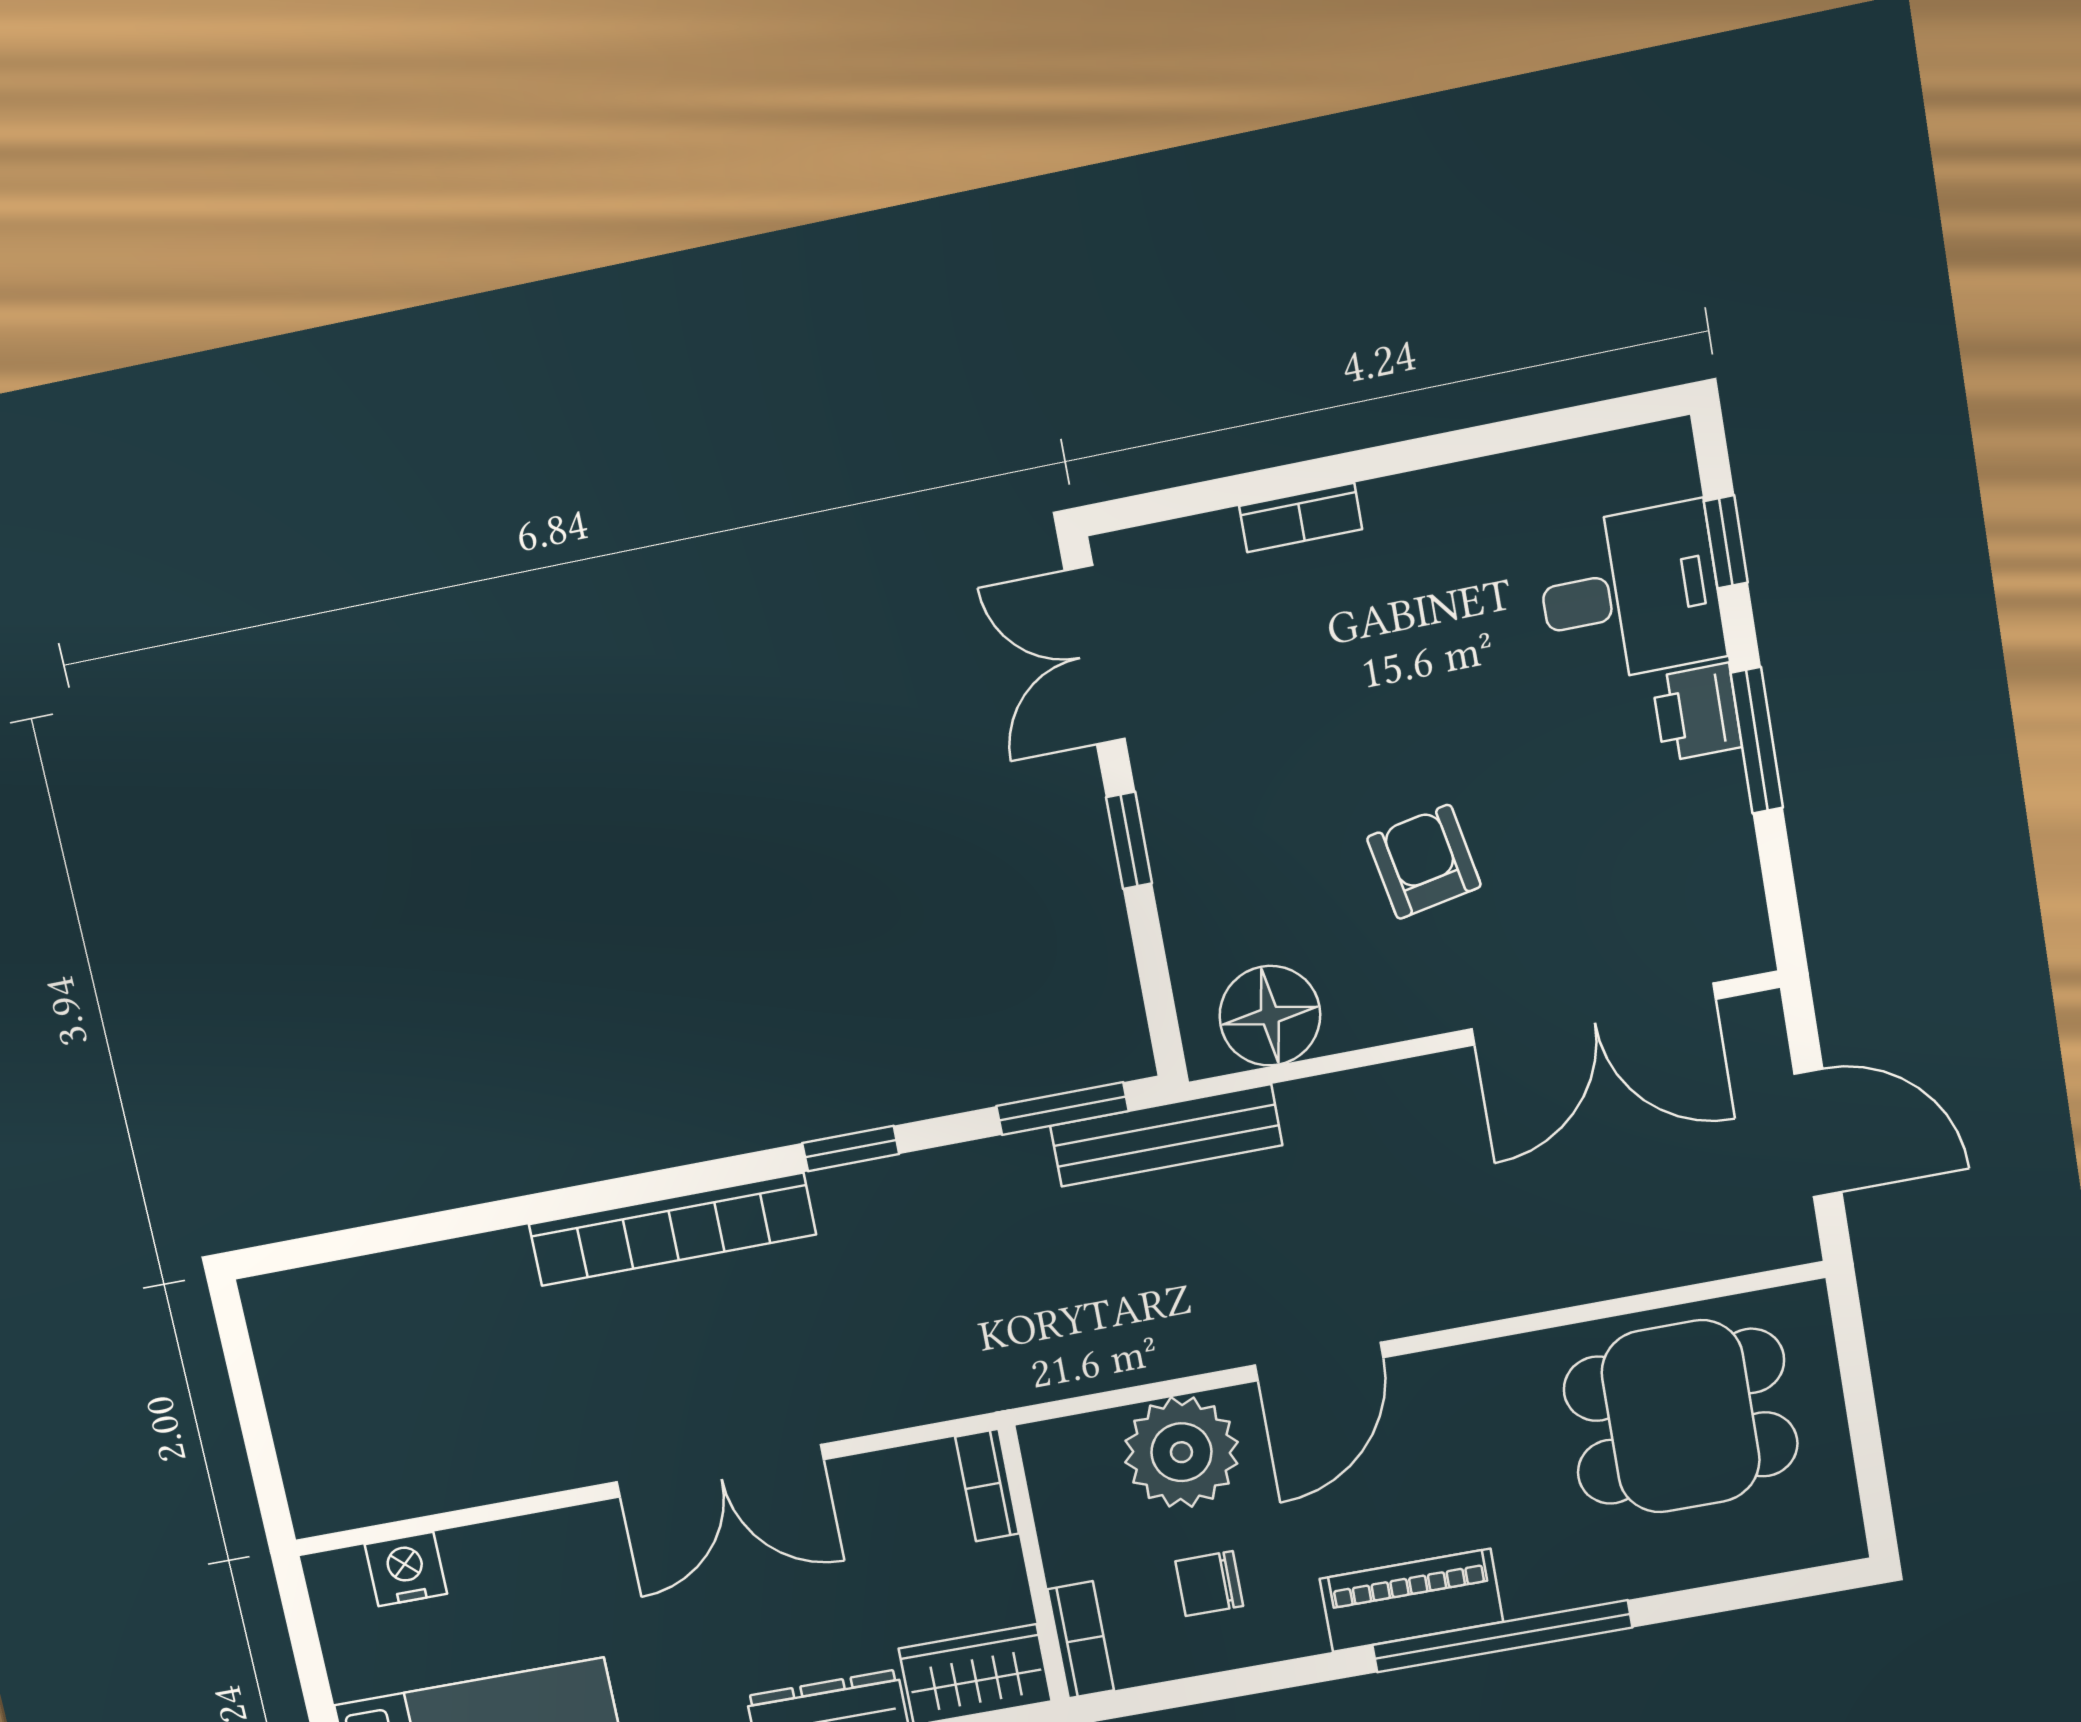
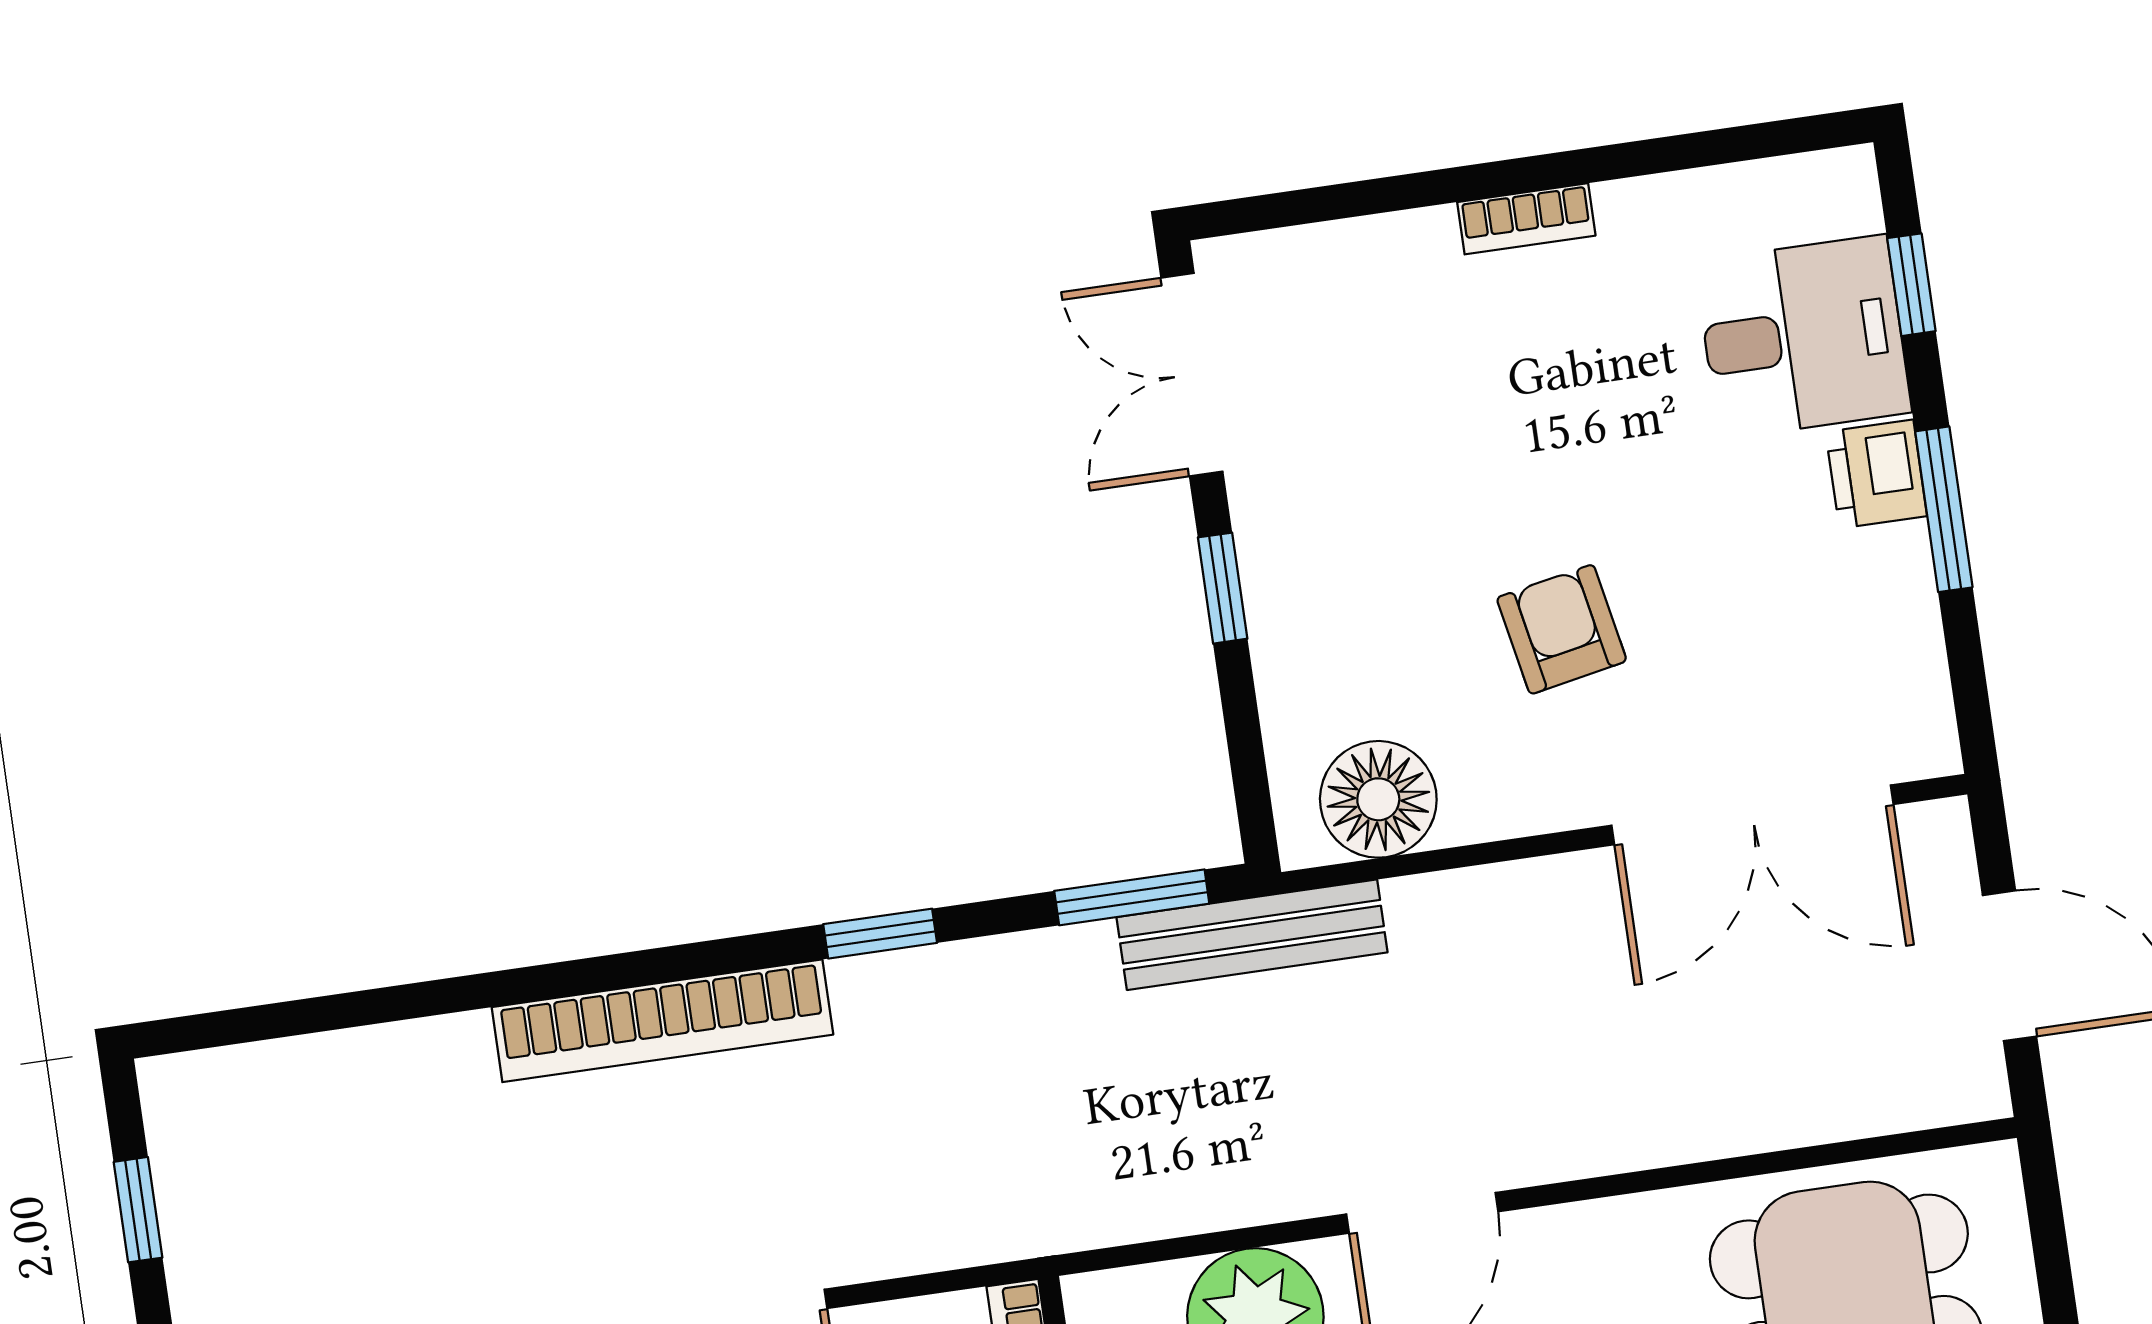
bookcase: (1301, 518) -> (1526, 219), moved
window: (250, 1403) -> (138, 1210), added

